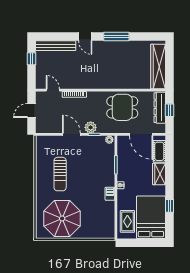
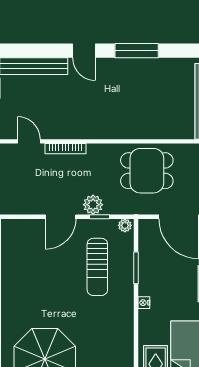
door: (71, 134) -> (61, 217), swing flipped
sun lounger: (60, 174) -> (97, 267), moved
barbecue: (110, 194) -> (126, 317), removed

